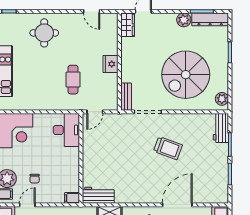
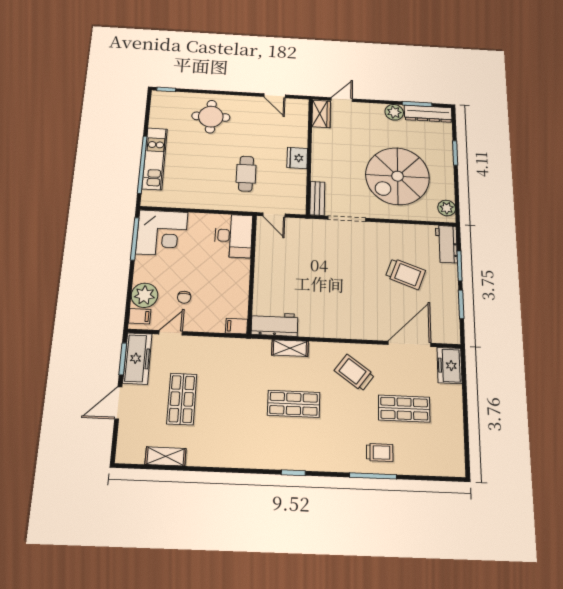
door: (95, 112) -> (274, 215), hinge flipped
trolley: (168, 148) -> (405, 274), moved
door: (177, 205) -> (409, 344), moved

